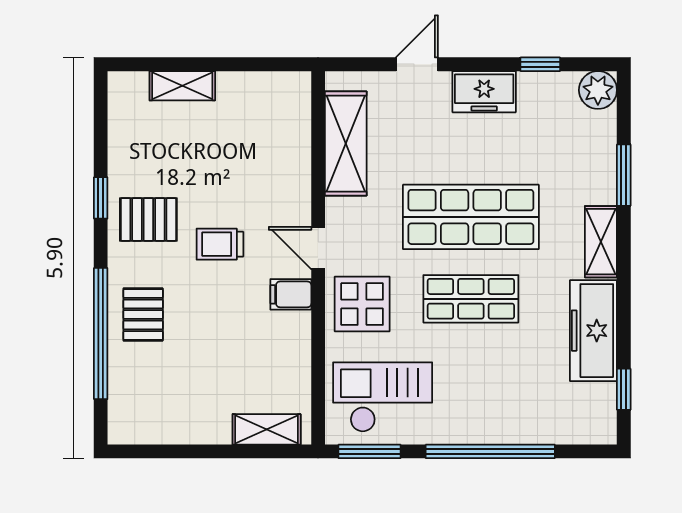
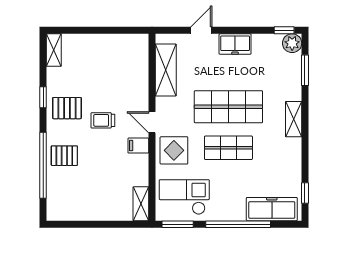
window: (540, 64) -> (284, 30), moved
shelving: (182, 86) -> (54, 50), moved, turned 90
window: (624, 175) -> (305, 70), moved
pallet: (143, 315) -> (64, 156), turned 90
freezer: (593, 331) -> (272, 209), moved, turned 90
shelving: (267, 429) -> (141, 204), moved, turned 90

